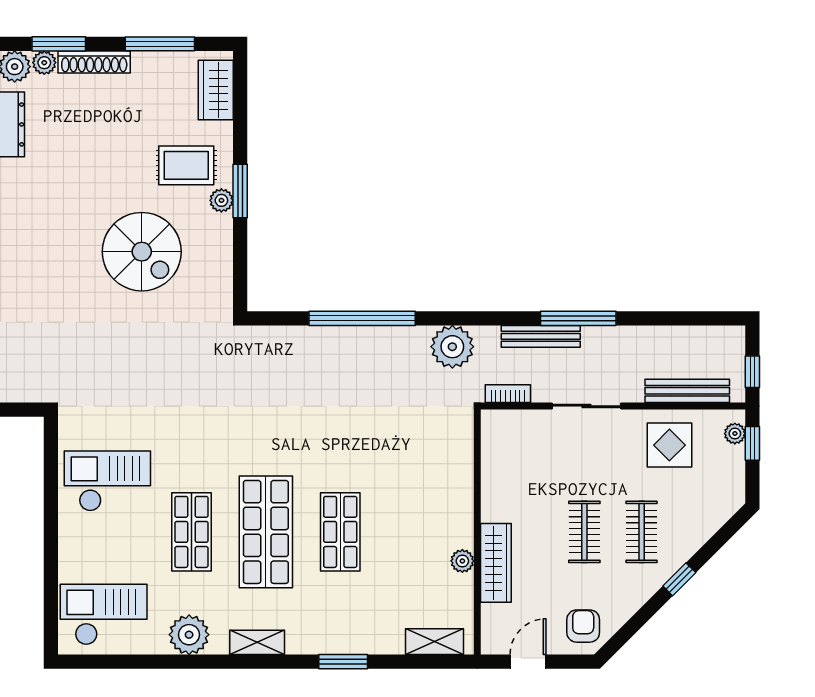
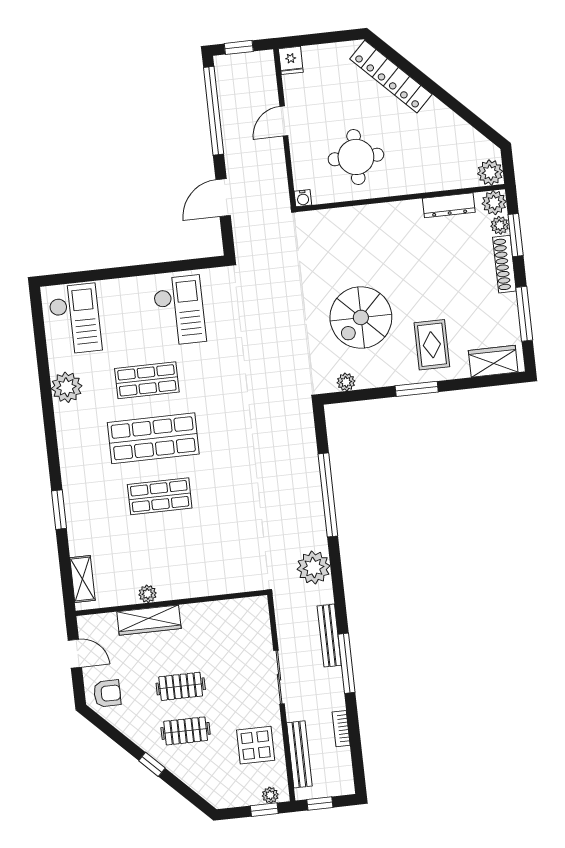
plant: (221, 200) -> (346, 382), moved
bookcase: (508, 394) -> (341, 729), moved, turned 180
shelving: (257, 642) -> (67, 441), removed

